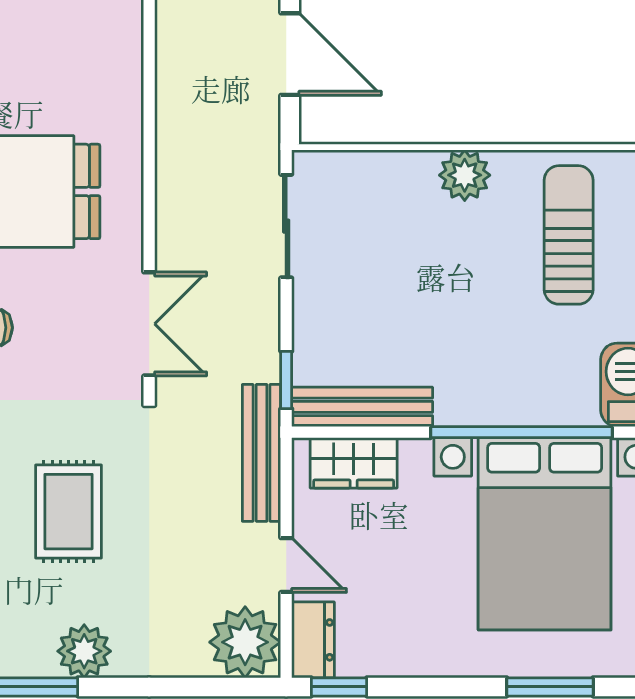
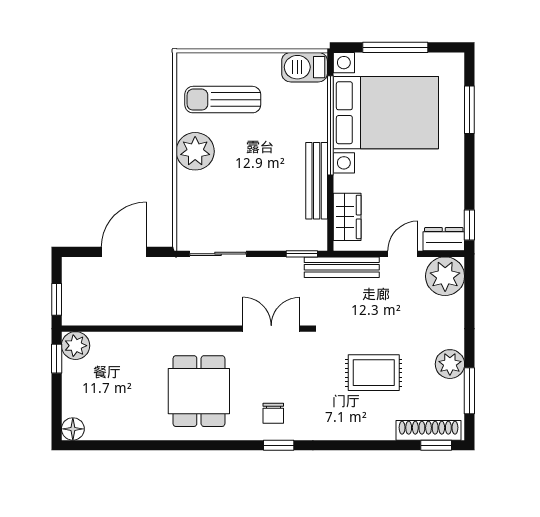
plant: (465, 175) -> (195, 151), width x1.36, depth x1.36
bench: (362, 407) -> (317, 181), moved

